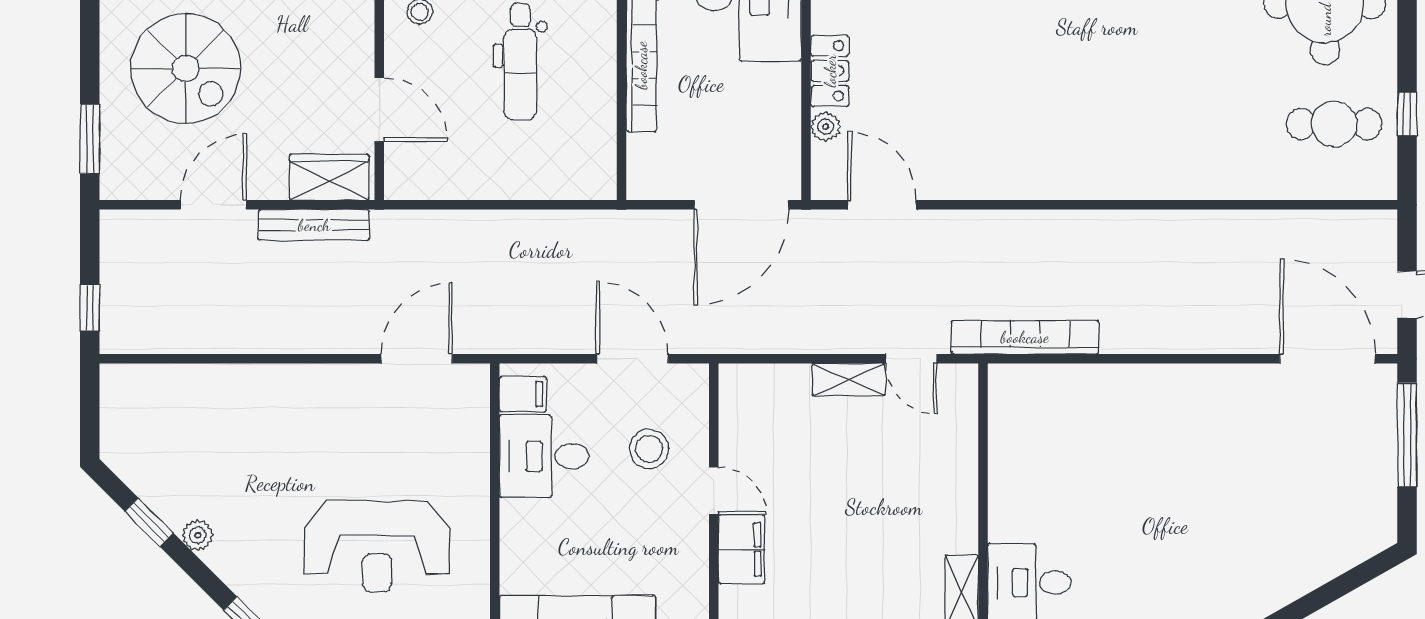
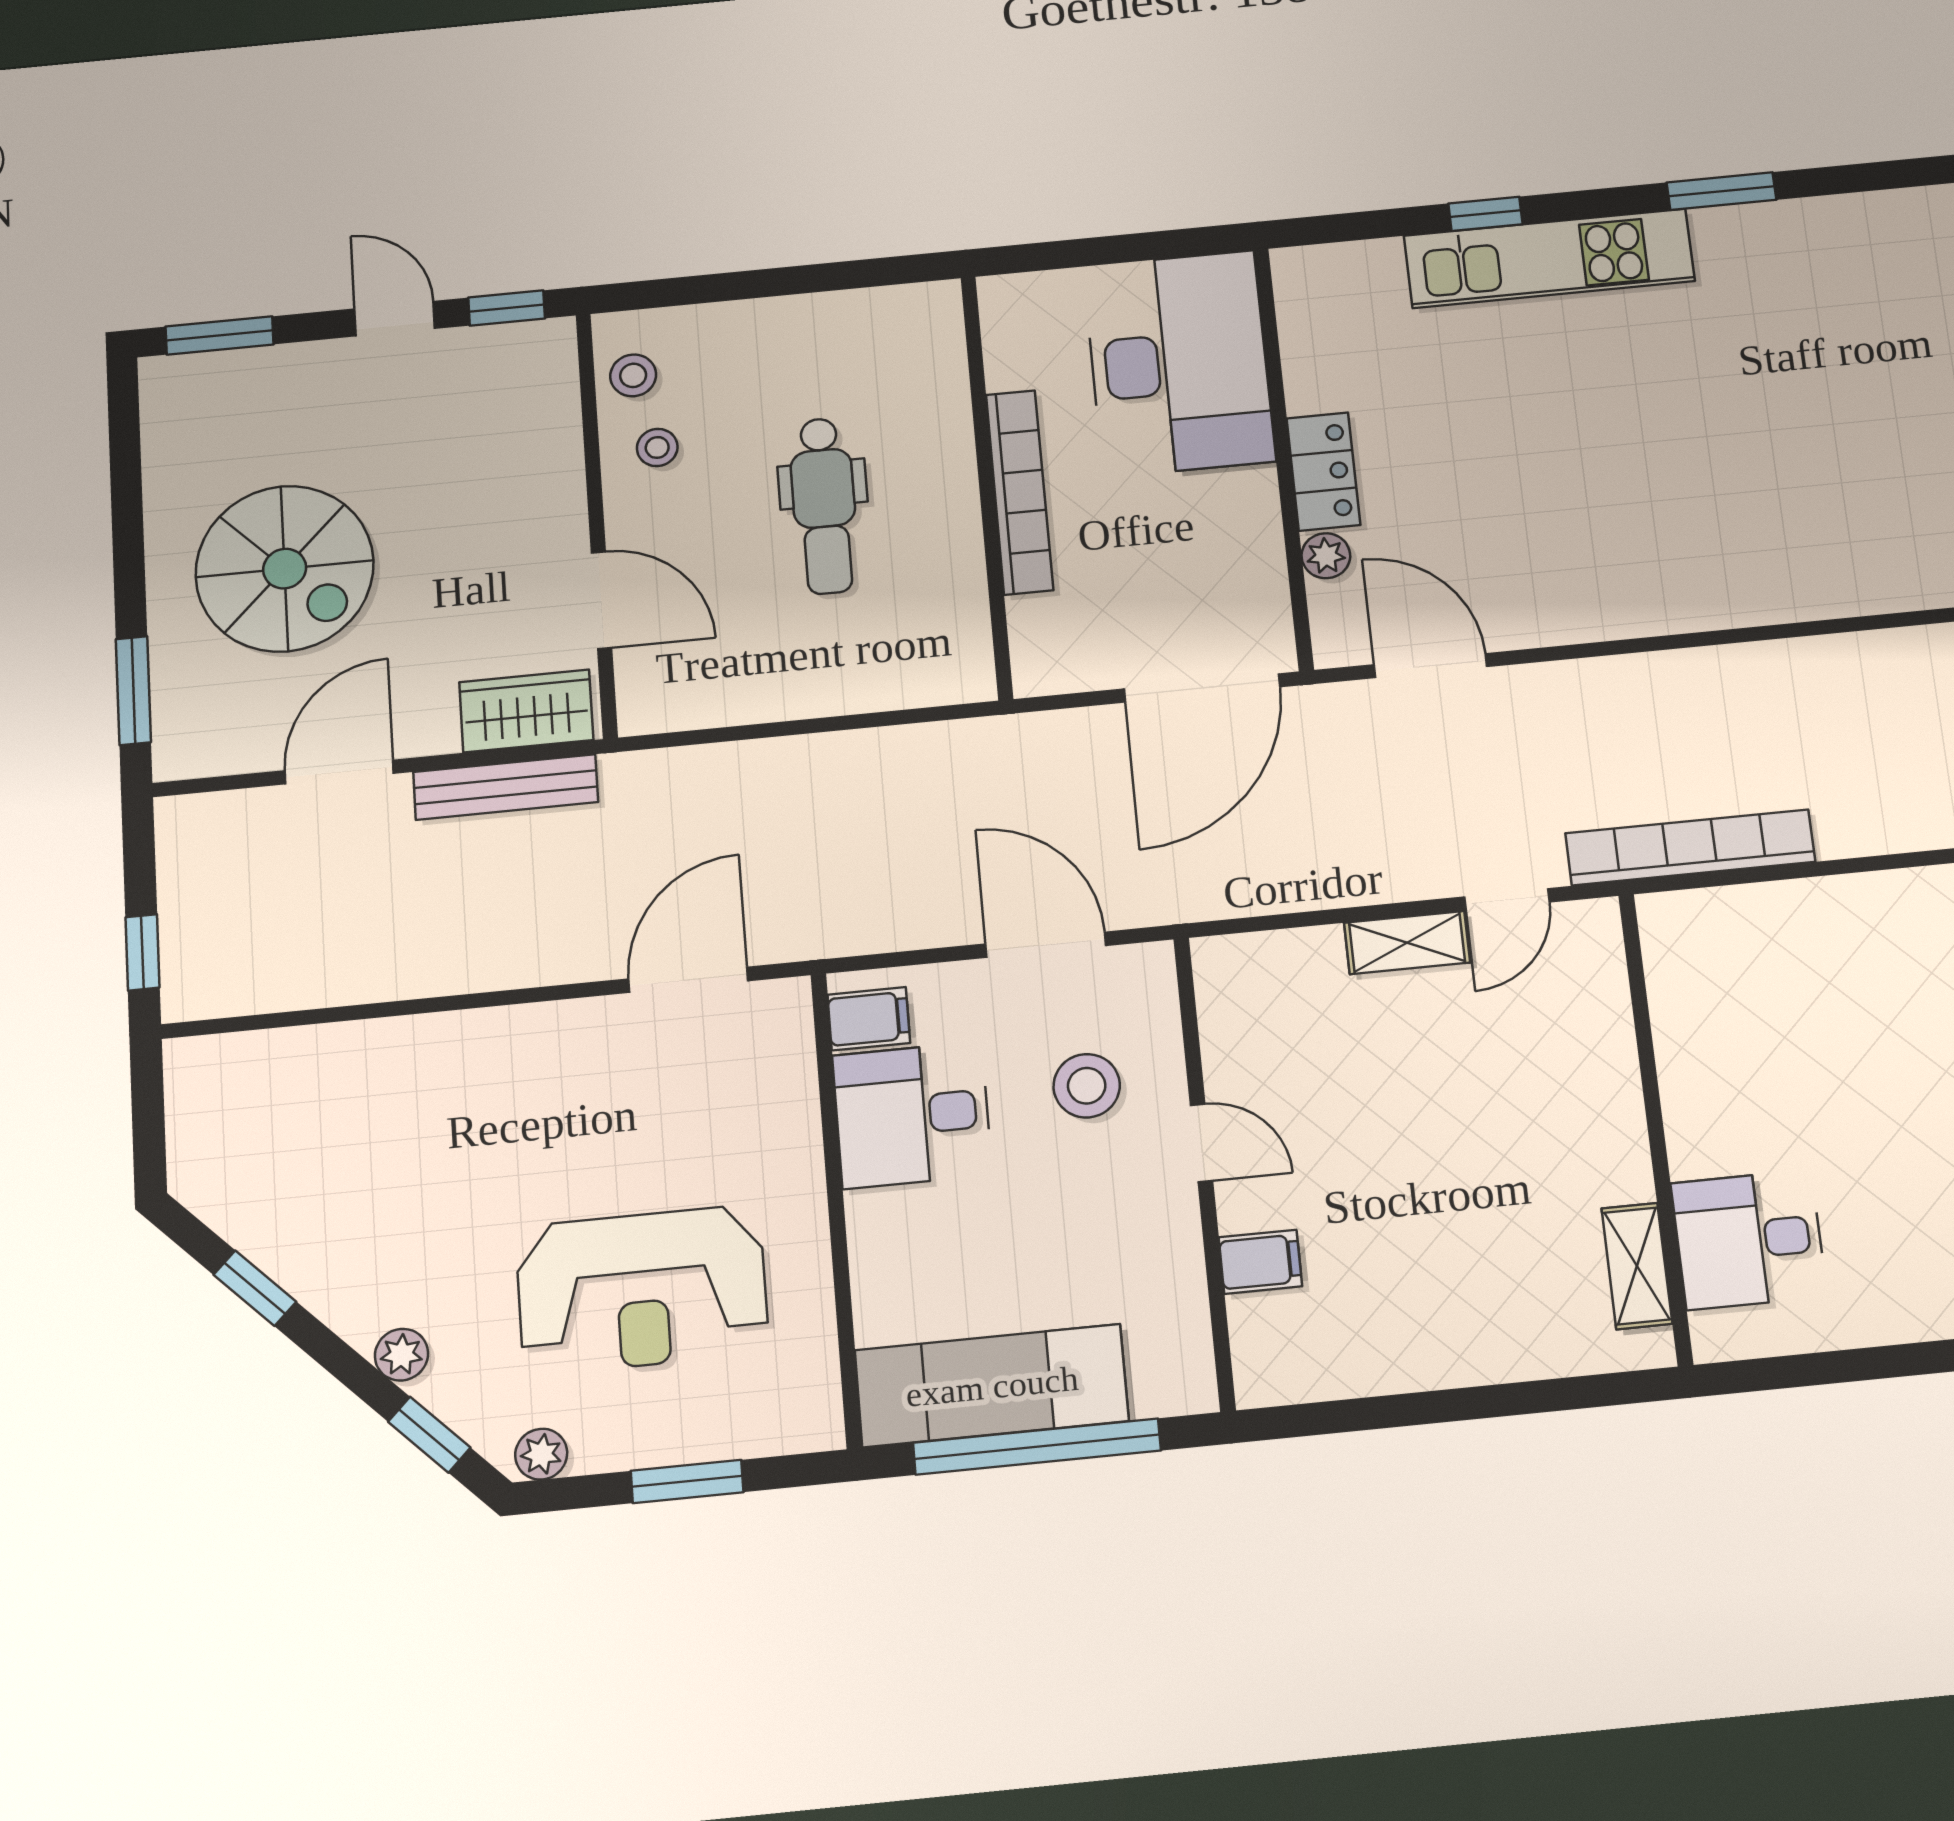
door: (911, 359) -> (1507, 899), hinge flipped
plant: (198, 535) -> (402, 1355), moved
filing cabinet: (741, 549) -> (1260, 1262), width x0.50

